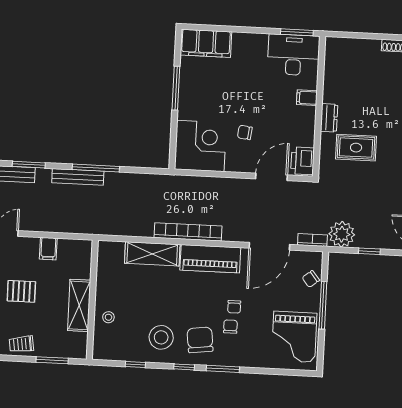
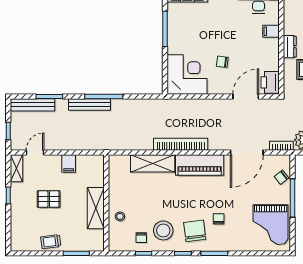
chair: (234, 307) -> (141, 238), moved

